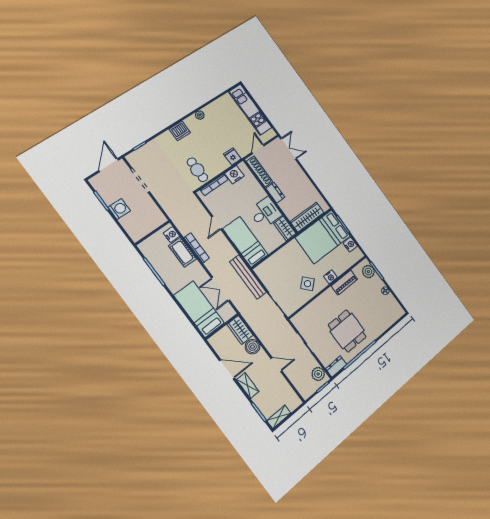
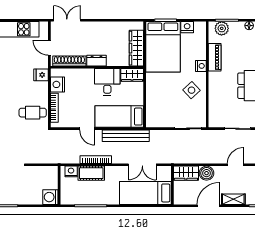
washing machine: (119, 209) -> (50, 197), moved, turned -90
bench: (248, 277) -> (126, 136), moved

